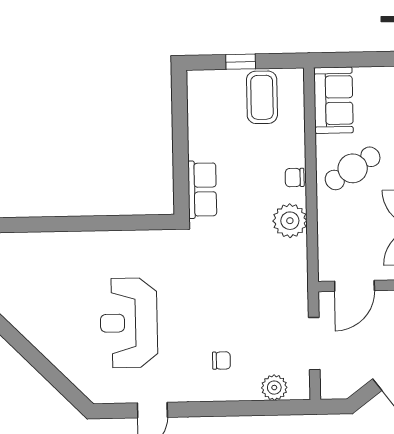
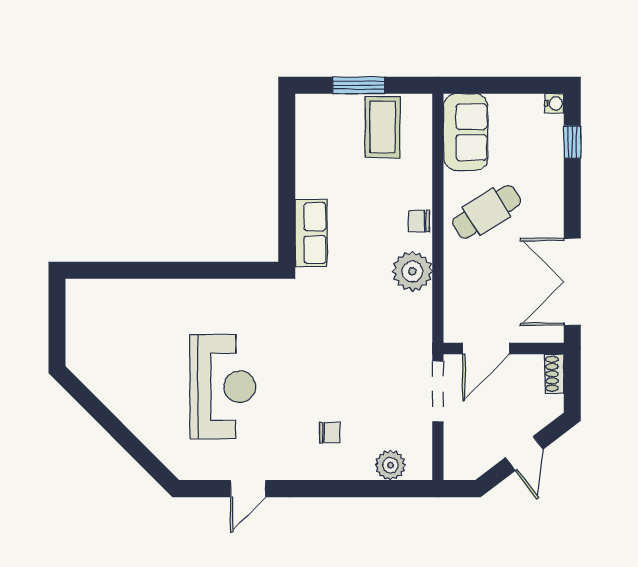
window: (241, 62) -> (359, 85), width x1.50
reception desk: (129, 323) -> (223, 387), turned 180
doorway: (314, 344) -> (438, 391), moved

